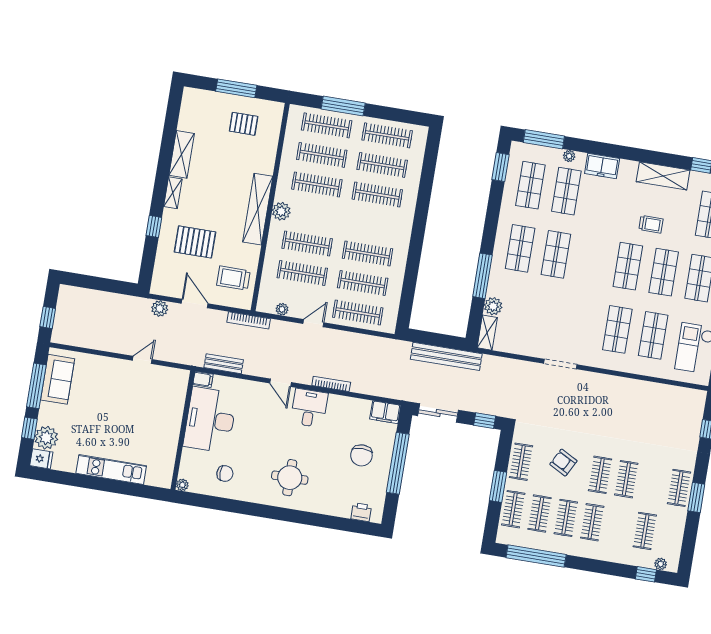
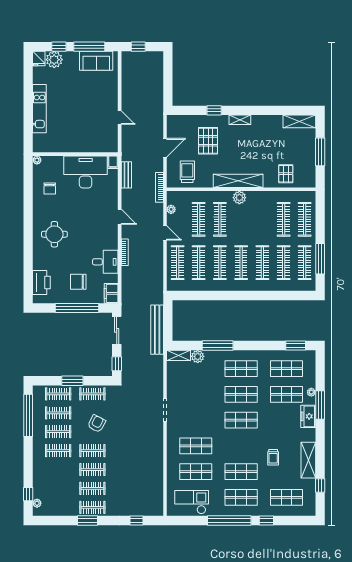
window: (343, 106) -> (320, 259), moved
pallet: (244, 124) -> (286, 174), moved
window: (544, 139) -> (320, 405), moved
shelving: (182, 154) -> (299, 121), moved
clothes rail: (317, 184) -> (241, 263), moved
shop shelf: (628, 266) -> (241, 420), moved
plant: (160, 309) -> (157, 124), removed
door: (280, 383) -> (120, 217), swing flipped
desk: (309, 408) -> (105, 262), moved
printer: (361, 512) -> (41, 282), width x1.87, depth x1.48
clothes rail: (645, 531) -> (92, 488), moved

